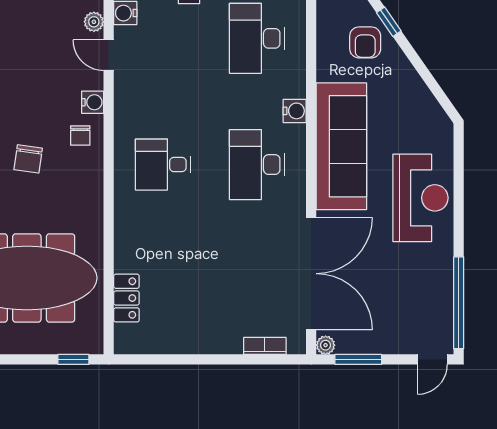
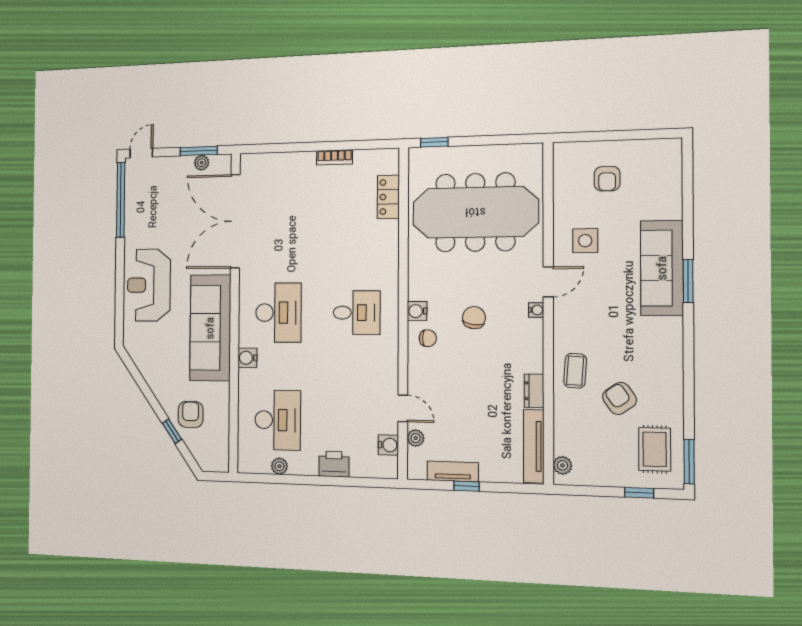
water cooler: (93, 102) -> (417, 311), moved
chair: (80, 135) -> (428, 338), turned 90
plant: (326, 345) -> (202, 163), moved
bookcase: (265, 346) -> (334, 157), moved

